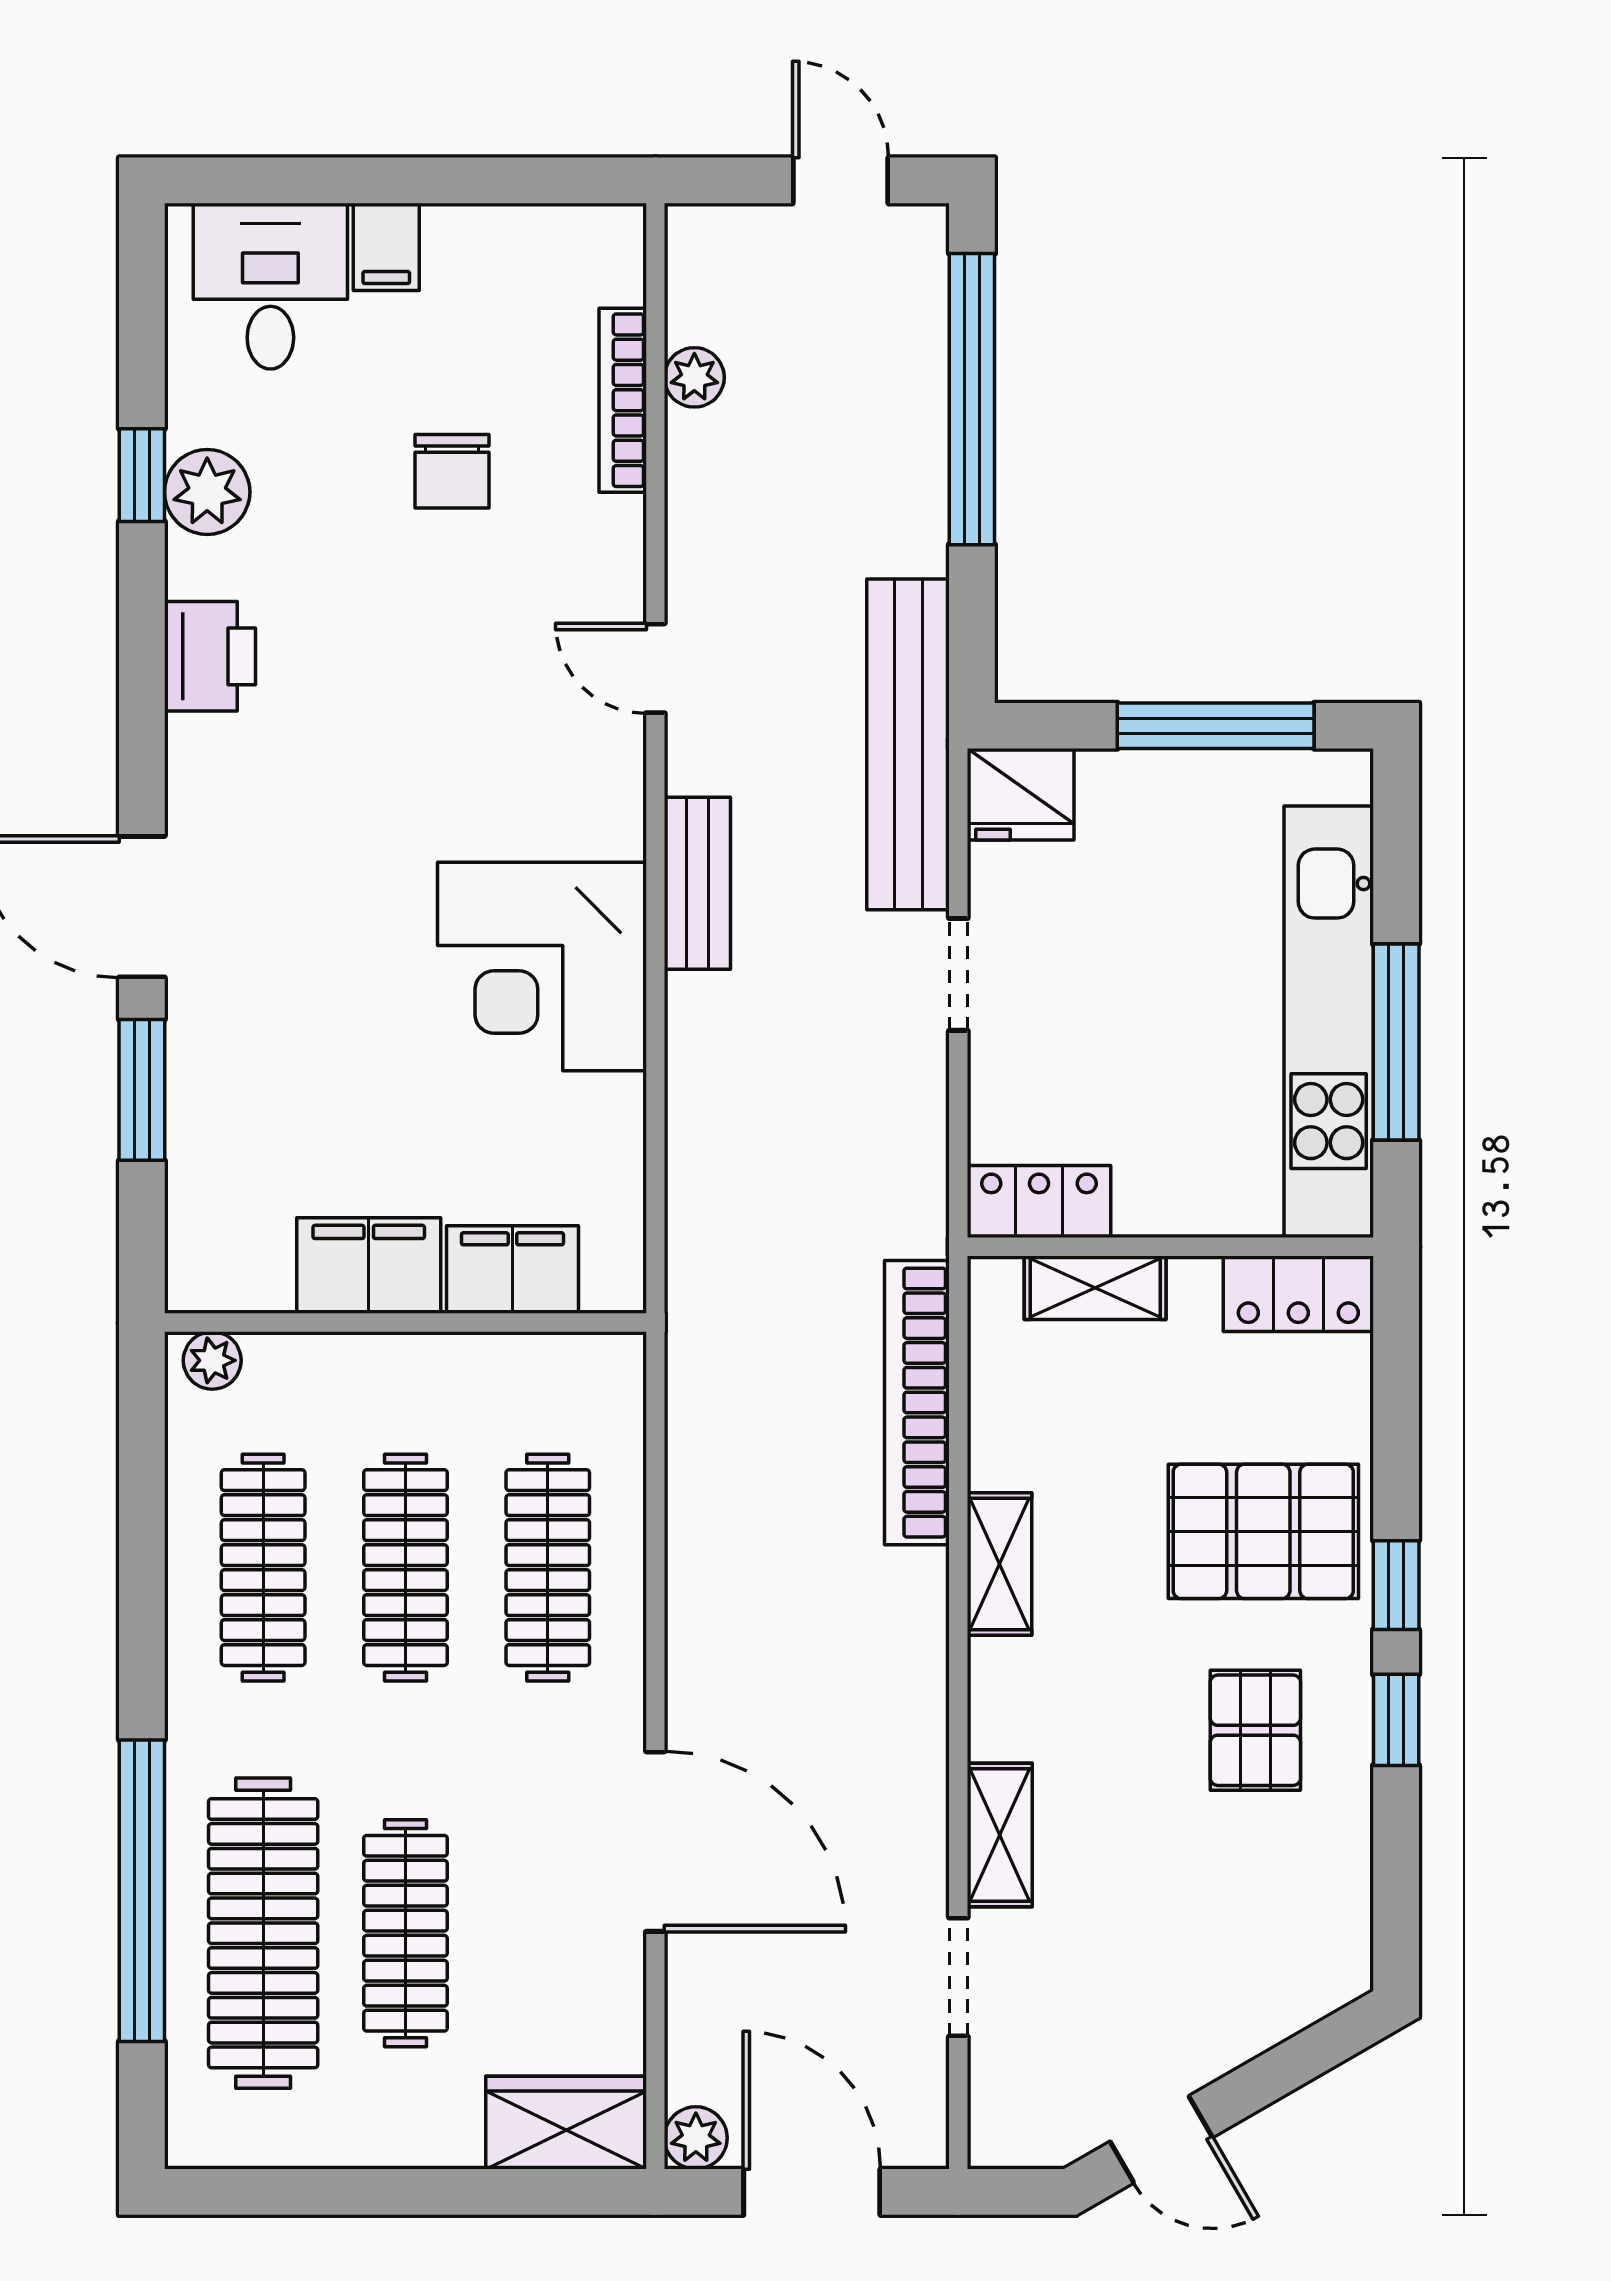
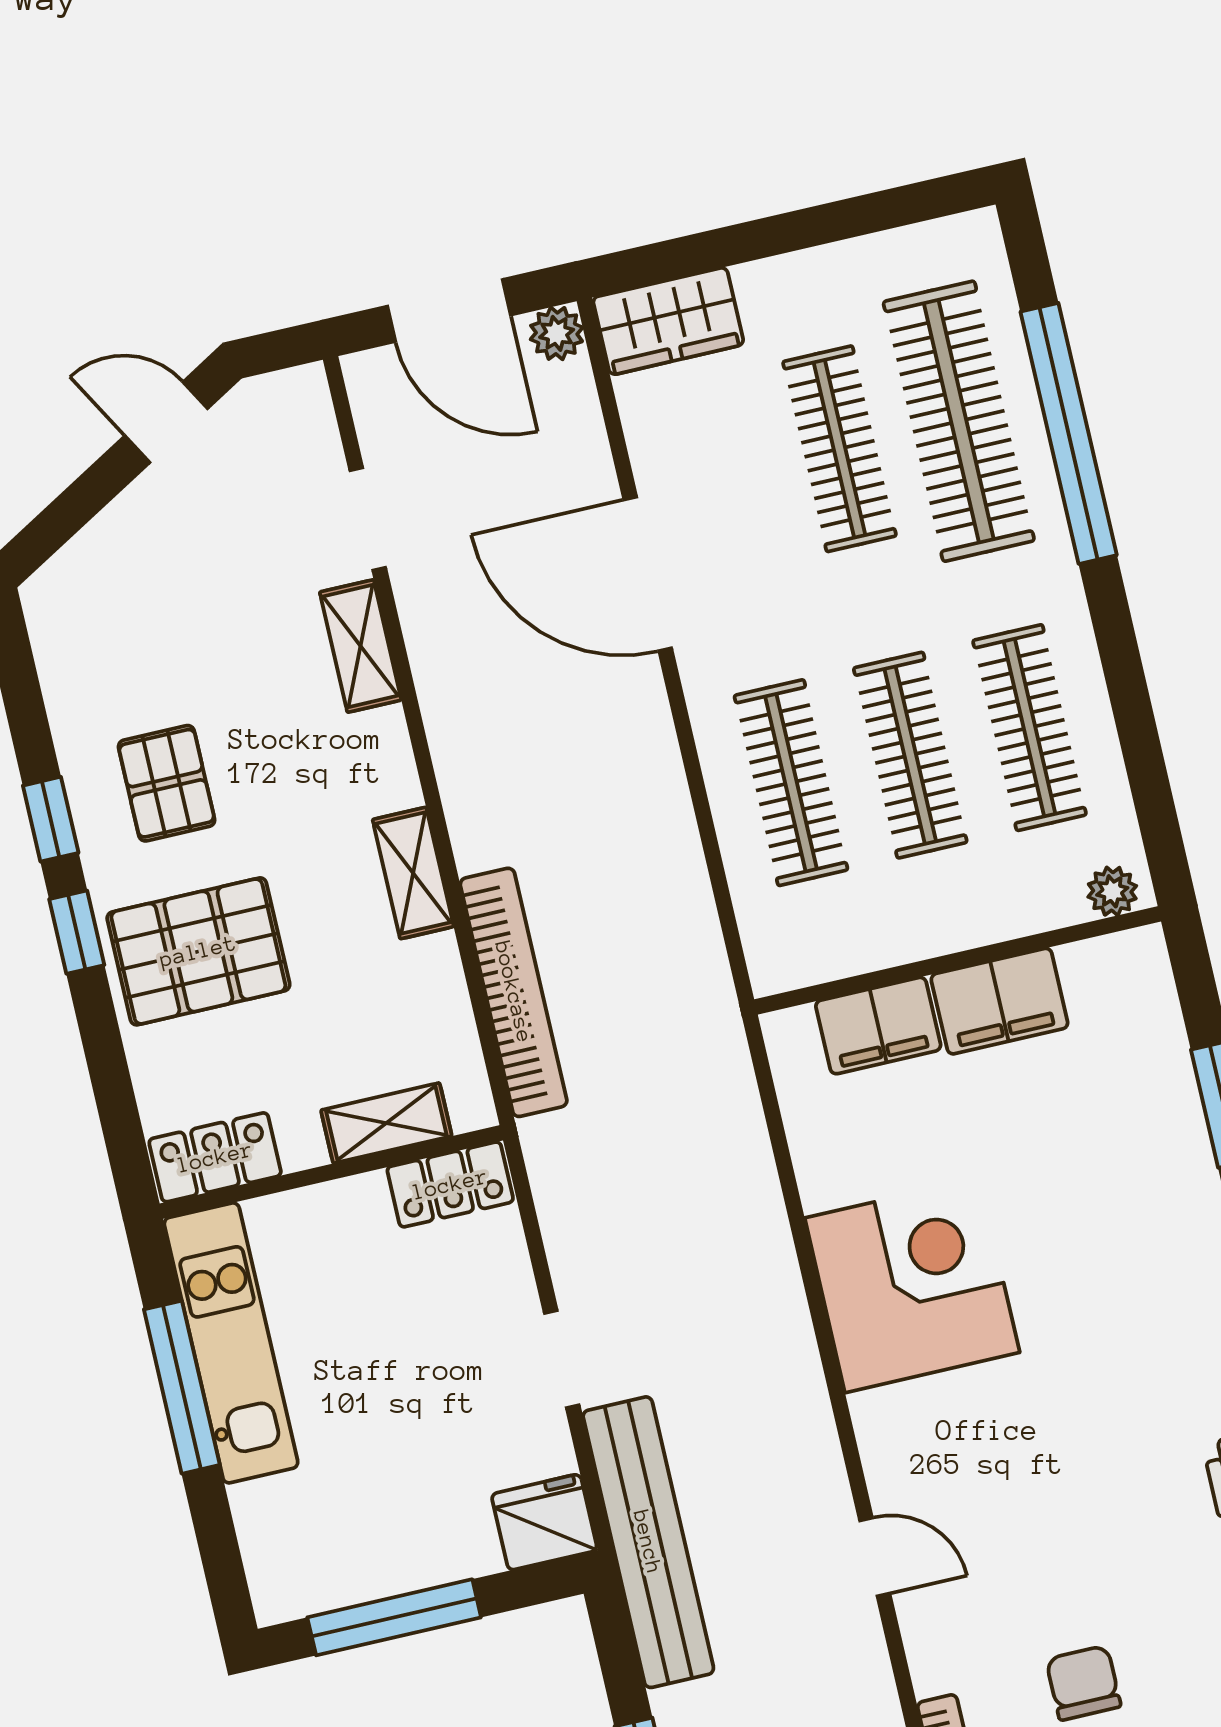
bench: (697, 883) -> (798, 1385), removed
kitchen unit: (1329, 1022) -> (231, 1343), width x0.73

